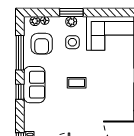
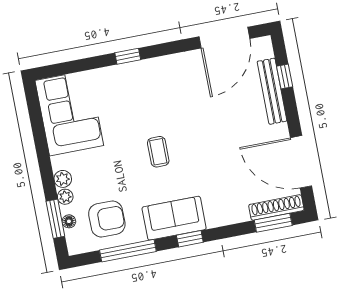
window: (71, 13) -> (55, 219), moved
plant: (35, 21) -> (65, 197), moved
side table: (72, 42) -> (95, 171), removed

